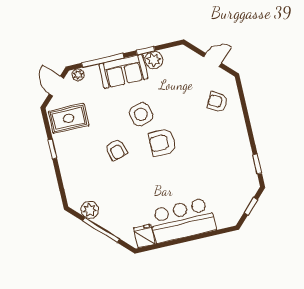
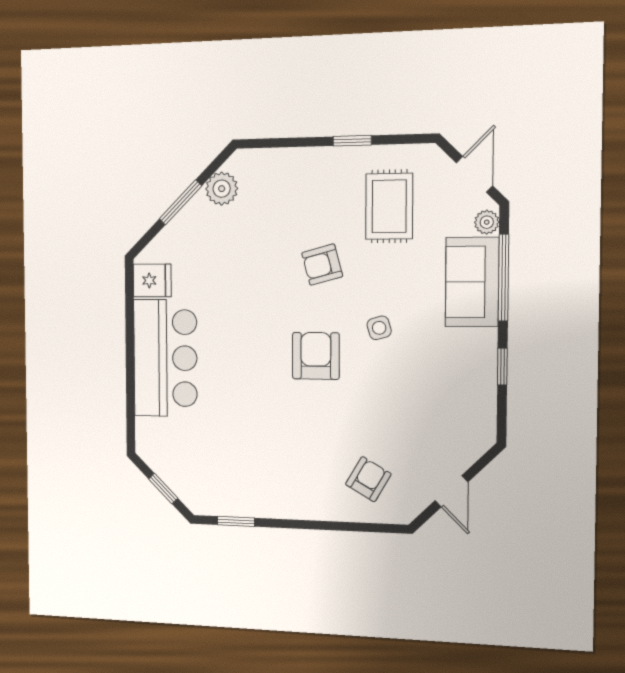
plant: (154, 60) -> (479, 378), removed
sofa: (124, 71) -> (472, 282), moved
door: (57, 86) -> (474, 174), hinge flipped
side table: (141, 114) -> (379, 328), width x0.54, depth x0.54
rug: (69, 118) -> (389, 206), moved
window: (101, 230) -> (181, 202), width x0.69

